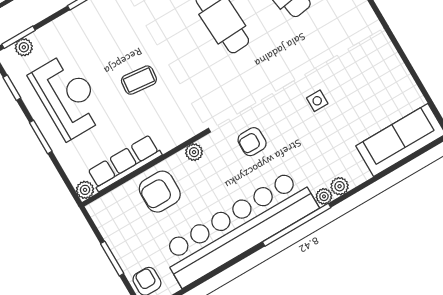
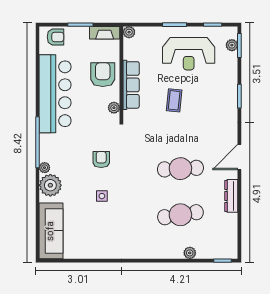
armchair: (252, 142) -> (101, 160), moved
row of seats: (124, 163) -> (131, 85), moved
plant: (340, 186) -> (50, 185), width x1.88, depth x1.88
fireplace: (104, 221) -> (105, 33), added
bar counter: (239, 228) -> (55, 94), width x0.73

